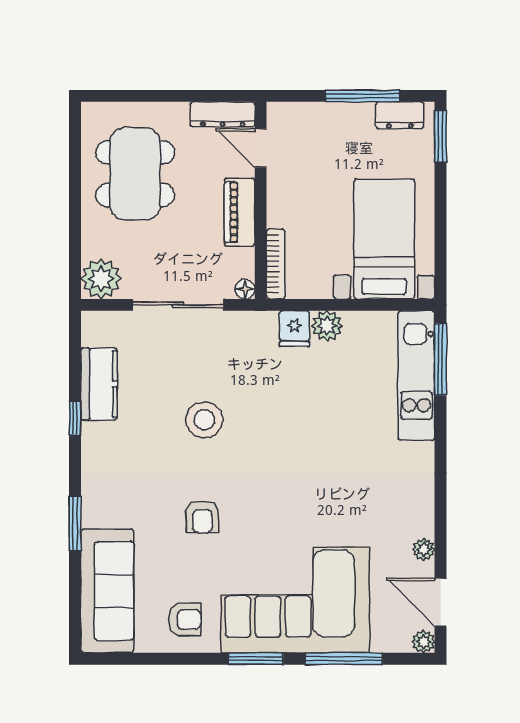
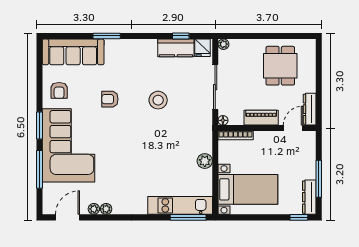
dresser: (400, 115) -> (309, 197), width x1.44
window: (441, 136) -> (299, 217), width x0.67
dining table: (135, 174) -> (280, 66), width x0.73
plant: (101, 279) -> (223, 44), width x0.53, depth x0.53
fridge: (294, 329) -> (203, 48), moved, turned -90
window: (75, 418) -> (181, 36), moved
plant: (423, 642) -> (106, 209), moved

